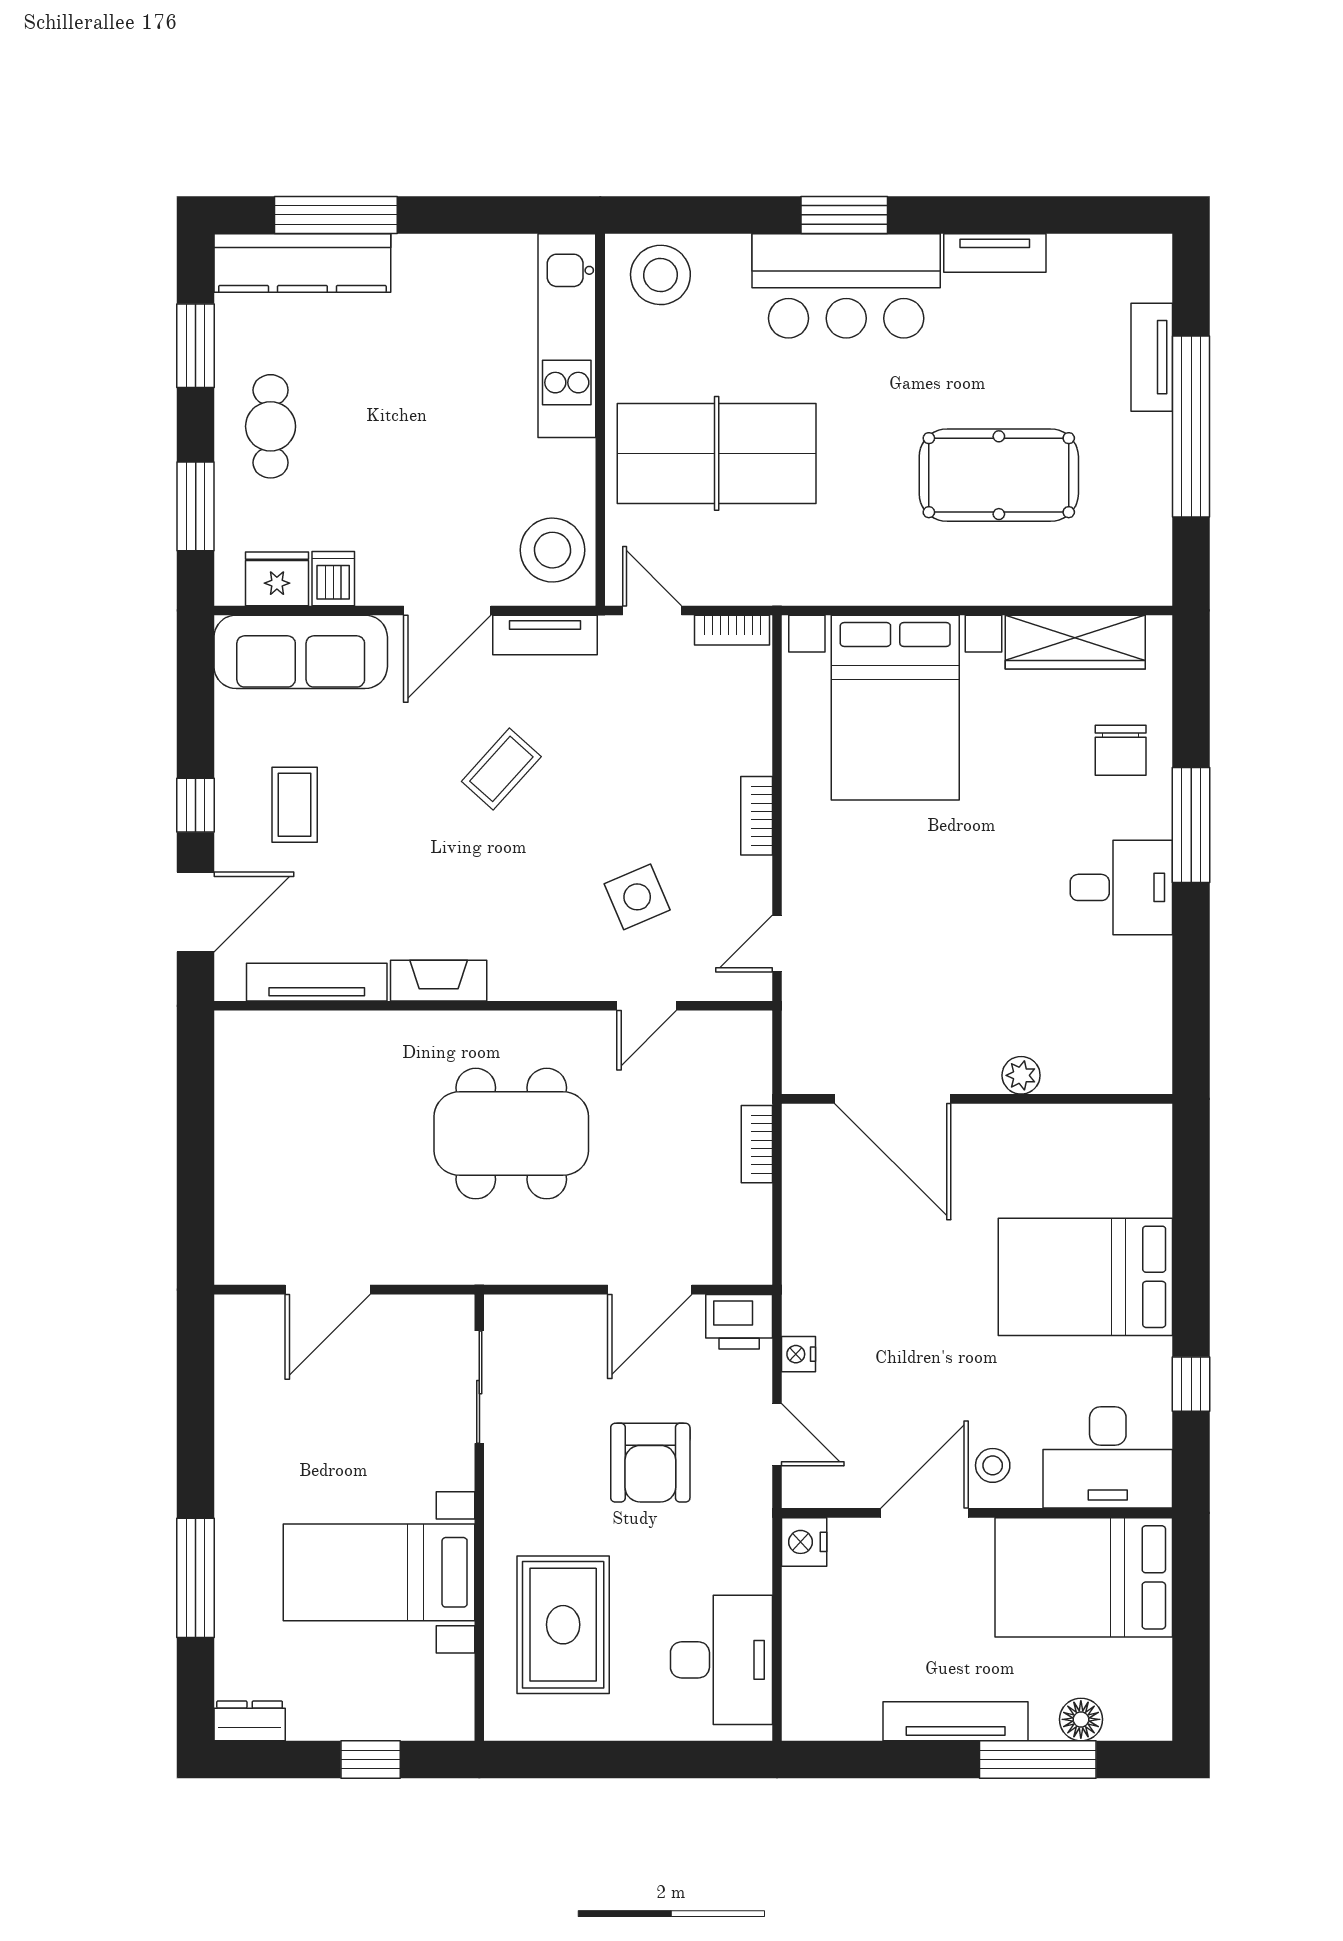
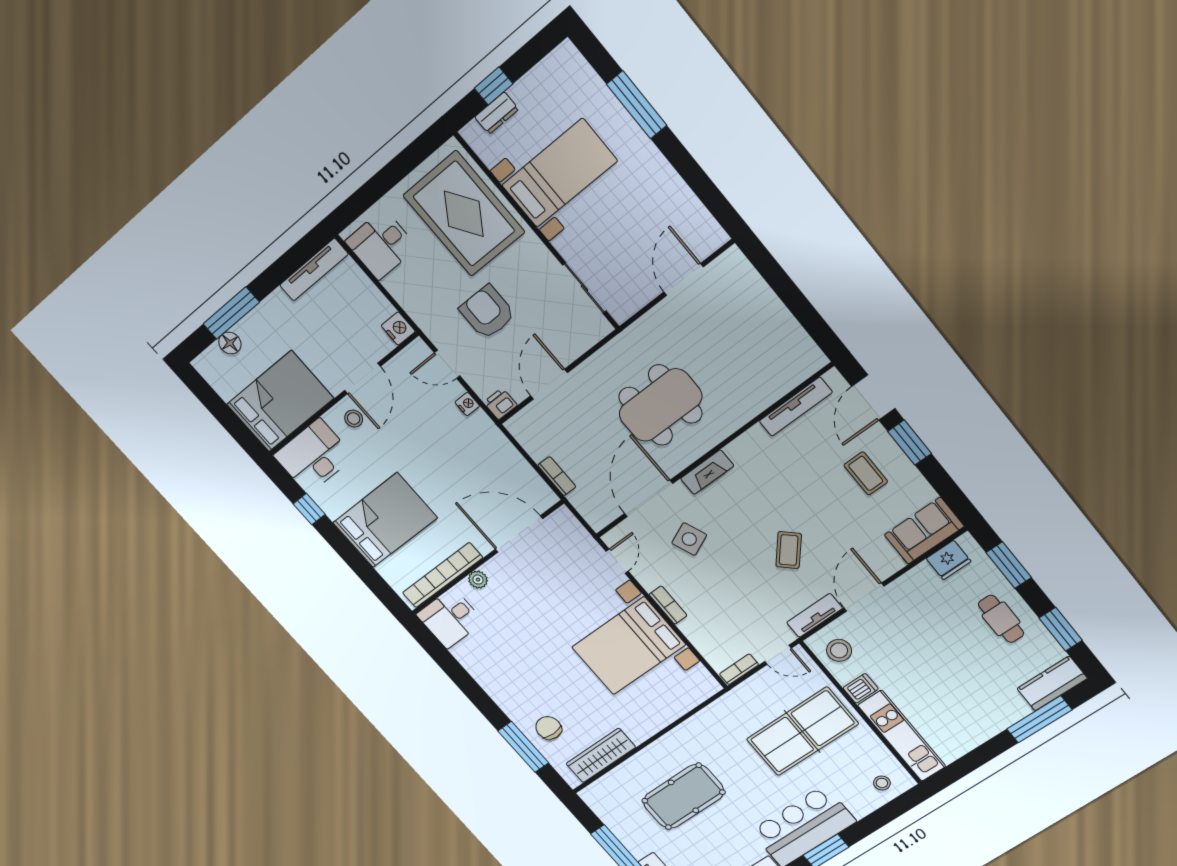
kitchen counter: (302, 263) -> (1052, 684), width x0.67
stool: (660, 275) -> (882, 783), width x0.53, depth x0.53
stool: (552, 550) -> (839, 650), width x0.73, depth x0.73
dishwasher: (333, 579) -> (861, 688), moved, turned -90
sofa: (301, 652) -> (924, 531), width x0.73
bed with nightstands: (895, 708) -> (629, 646), moved, turned -90
window: (196, 805) -> (910, 442), width x1.50
window: (1191, 825) -> (523, 747), moved
desk: (1121, 887) -> (450, 618), moved
fireplace: (439, 981) -> (707, 472), moved
door: (647, 1006) -> (649, 499), width x1.87
bookcase: (1072, 1124) -> (442, 575), added
printer: (739, 1322) -> (500, 404), width x0.73, depth x0.81
rug: (563, 1625) -> (464, 214), width x1.37, depth x1.44
desk: (721, 1660) -> (381, 244), width x0.73
dresser: (250, 1721) -> (497, 113), moved
tv unit: (956, 1721) -> (314, 270), moved

